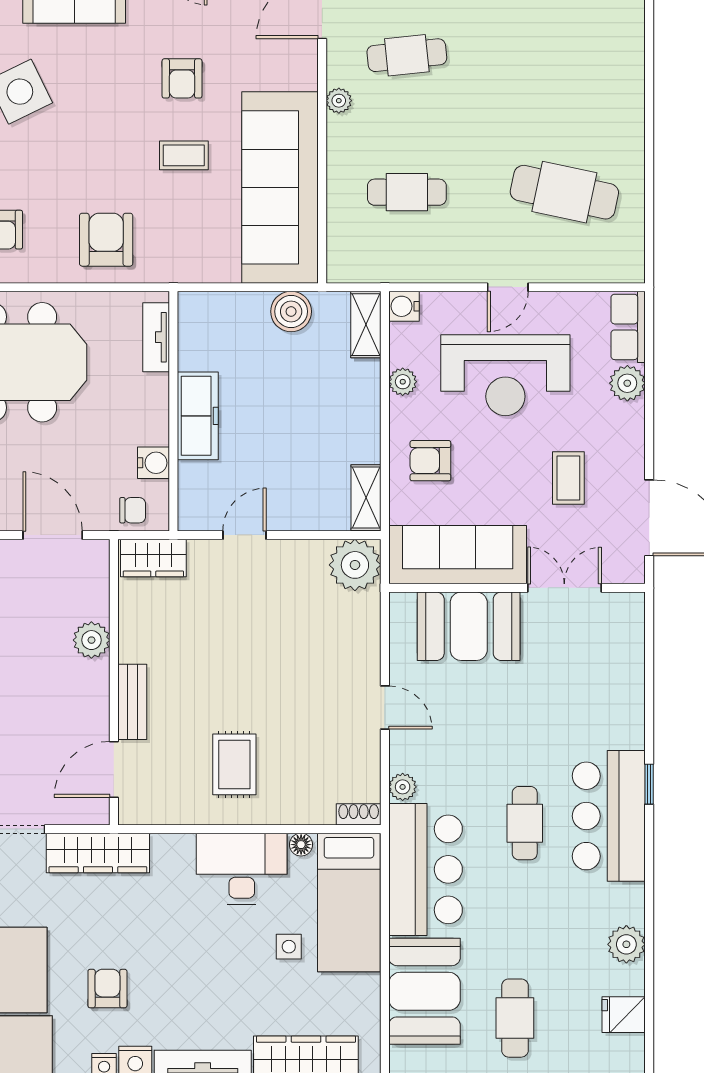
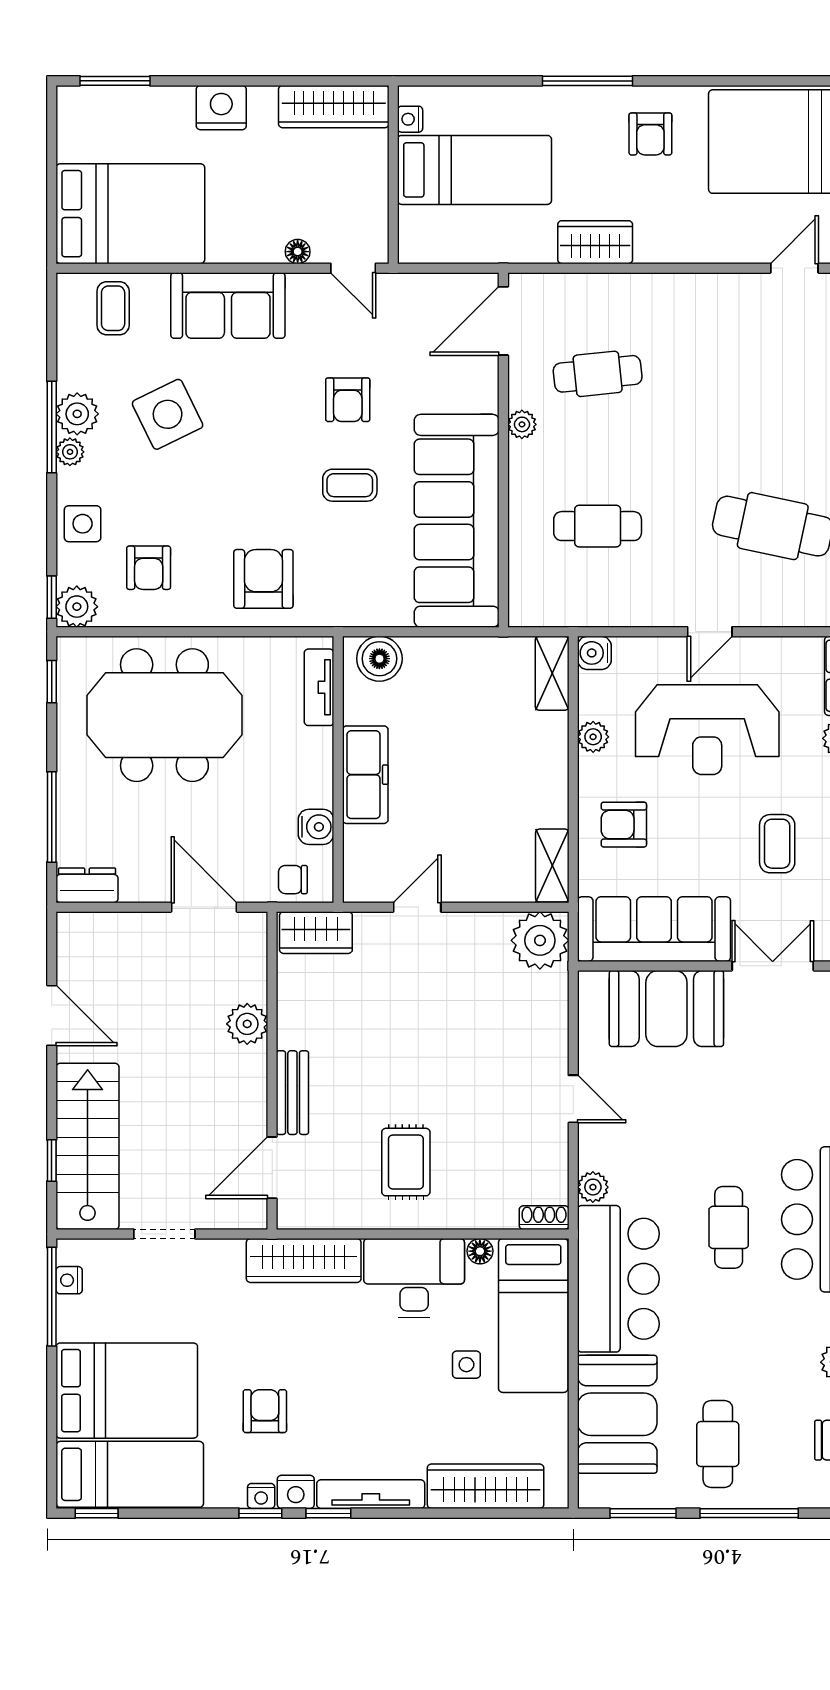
boiler: (291, 311) -> (379, 659), moved
chair: (133, 510) -> (293, 880), turned 180
wardrobe: (98, 853) -> (304, 1261), moved

